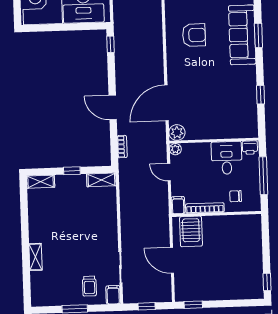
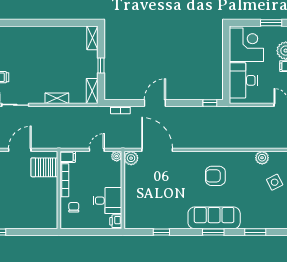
armchair: (194, 35) -> (215, 176), turned 90
window: (263, 176) -> (91, 232), removed
shelving: (35, 257) -> (57, 98), moved

